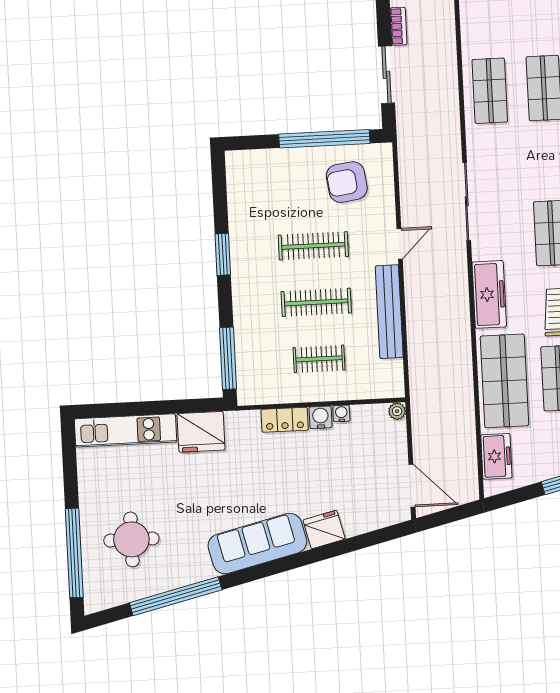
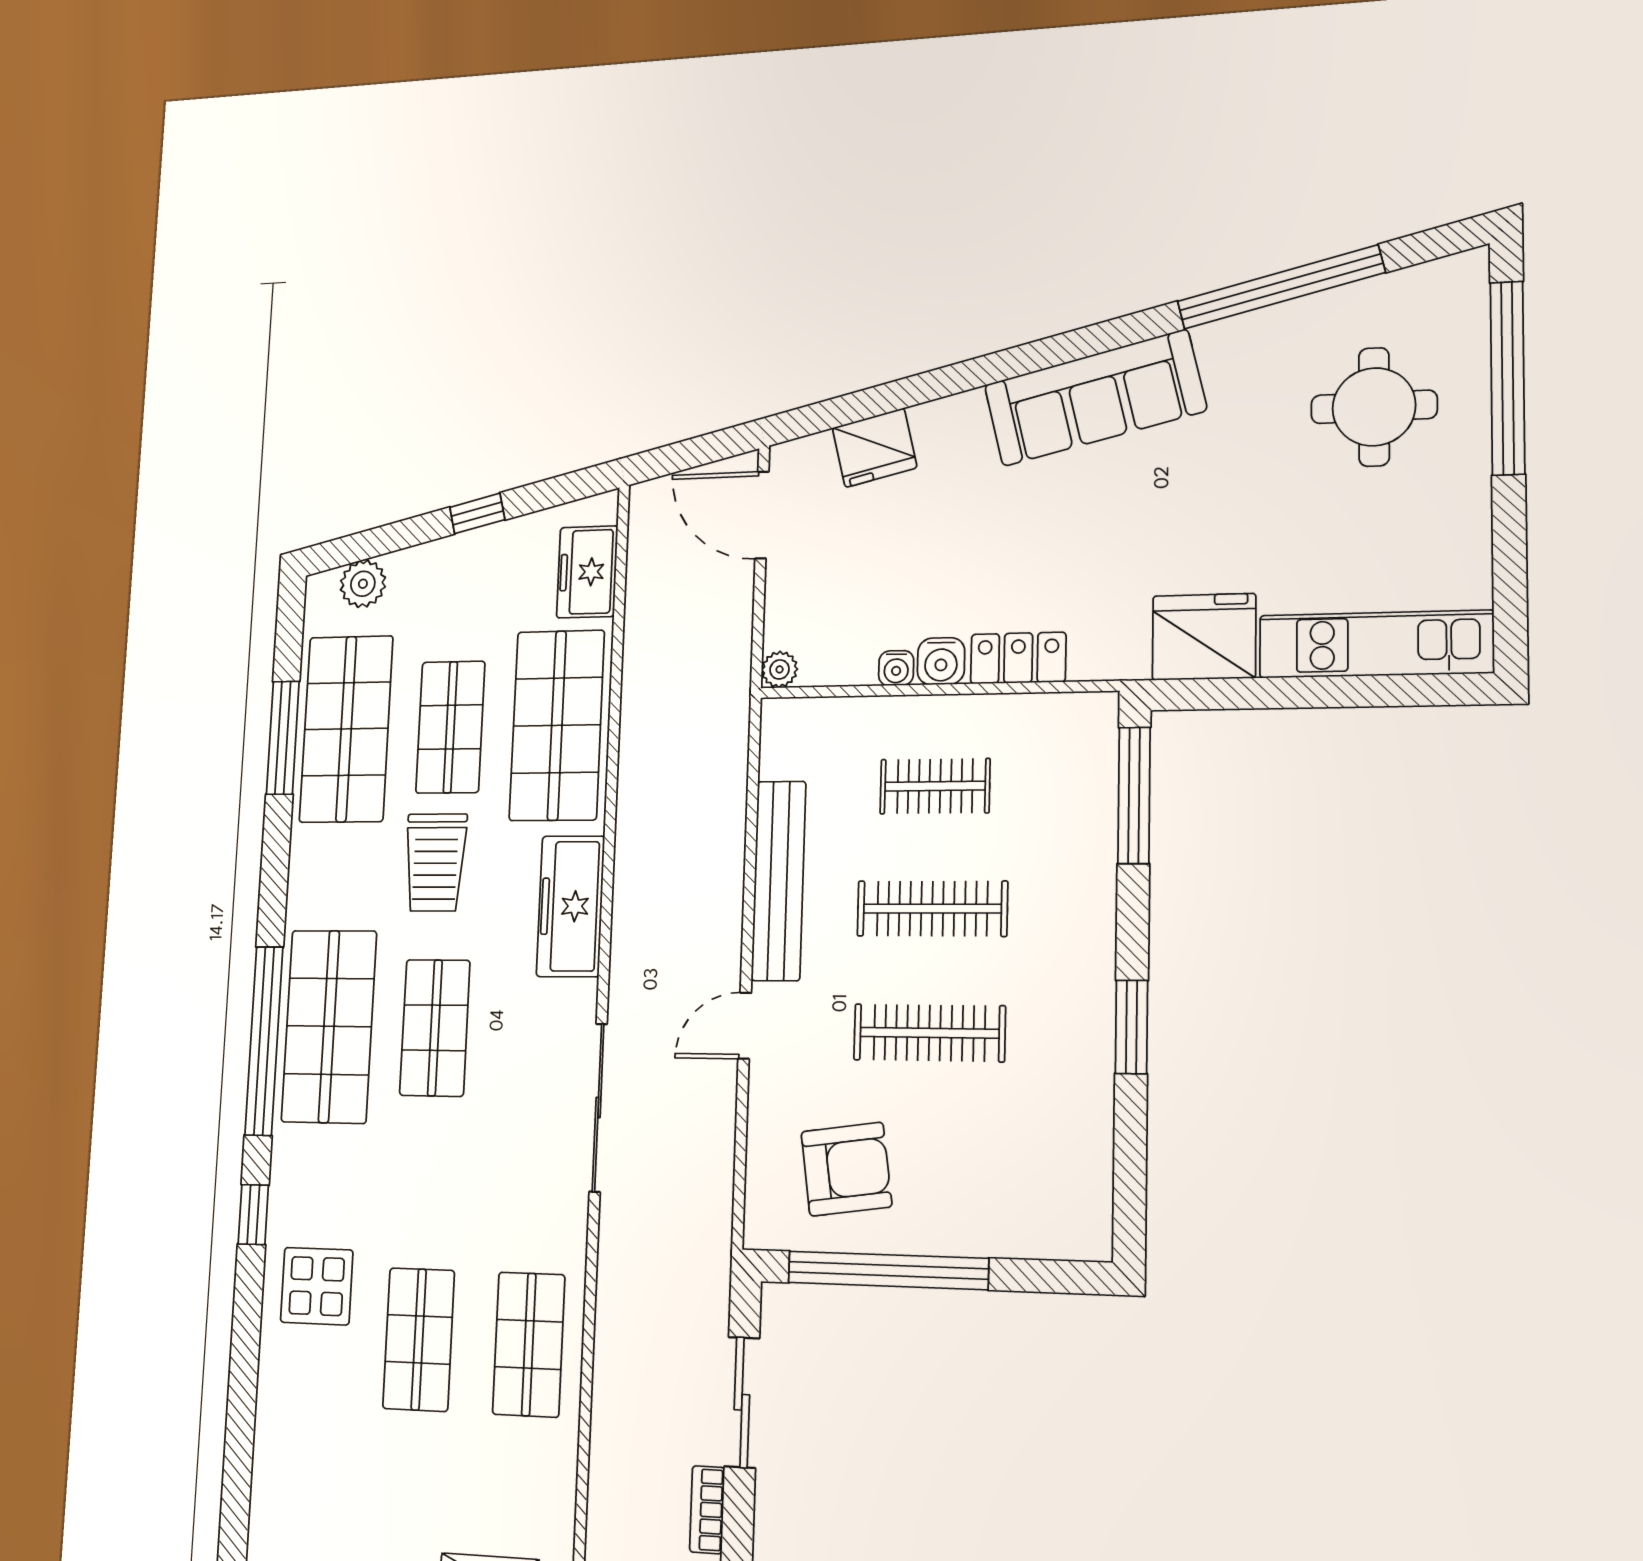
fridge: (324, 530) -> (875, 448), moved

